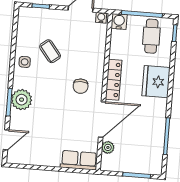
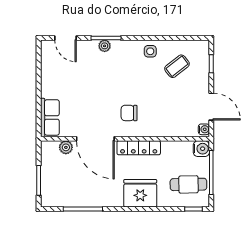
coffee table: (50, 51) -> (177, 66), moved
plant: (22, 100) -> (105, 46), width x0.53, depth x0.53

